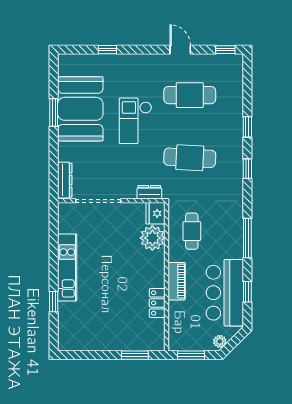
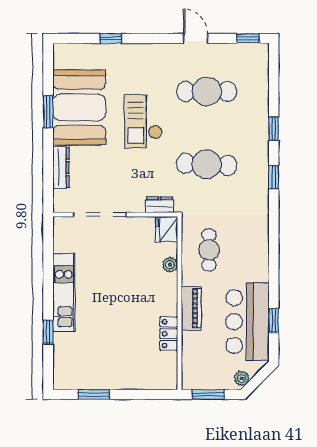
dresser: (65, 180) -> (61, 167), moved
plant: (152, 238) -> (170, 265), width x0.53, depth x0.53
window: (247, 238) -> (274, 258), removed
window: (135, 355) -> (94, 395), moved

